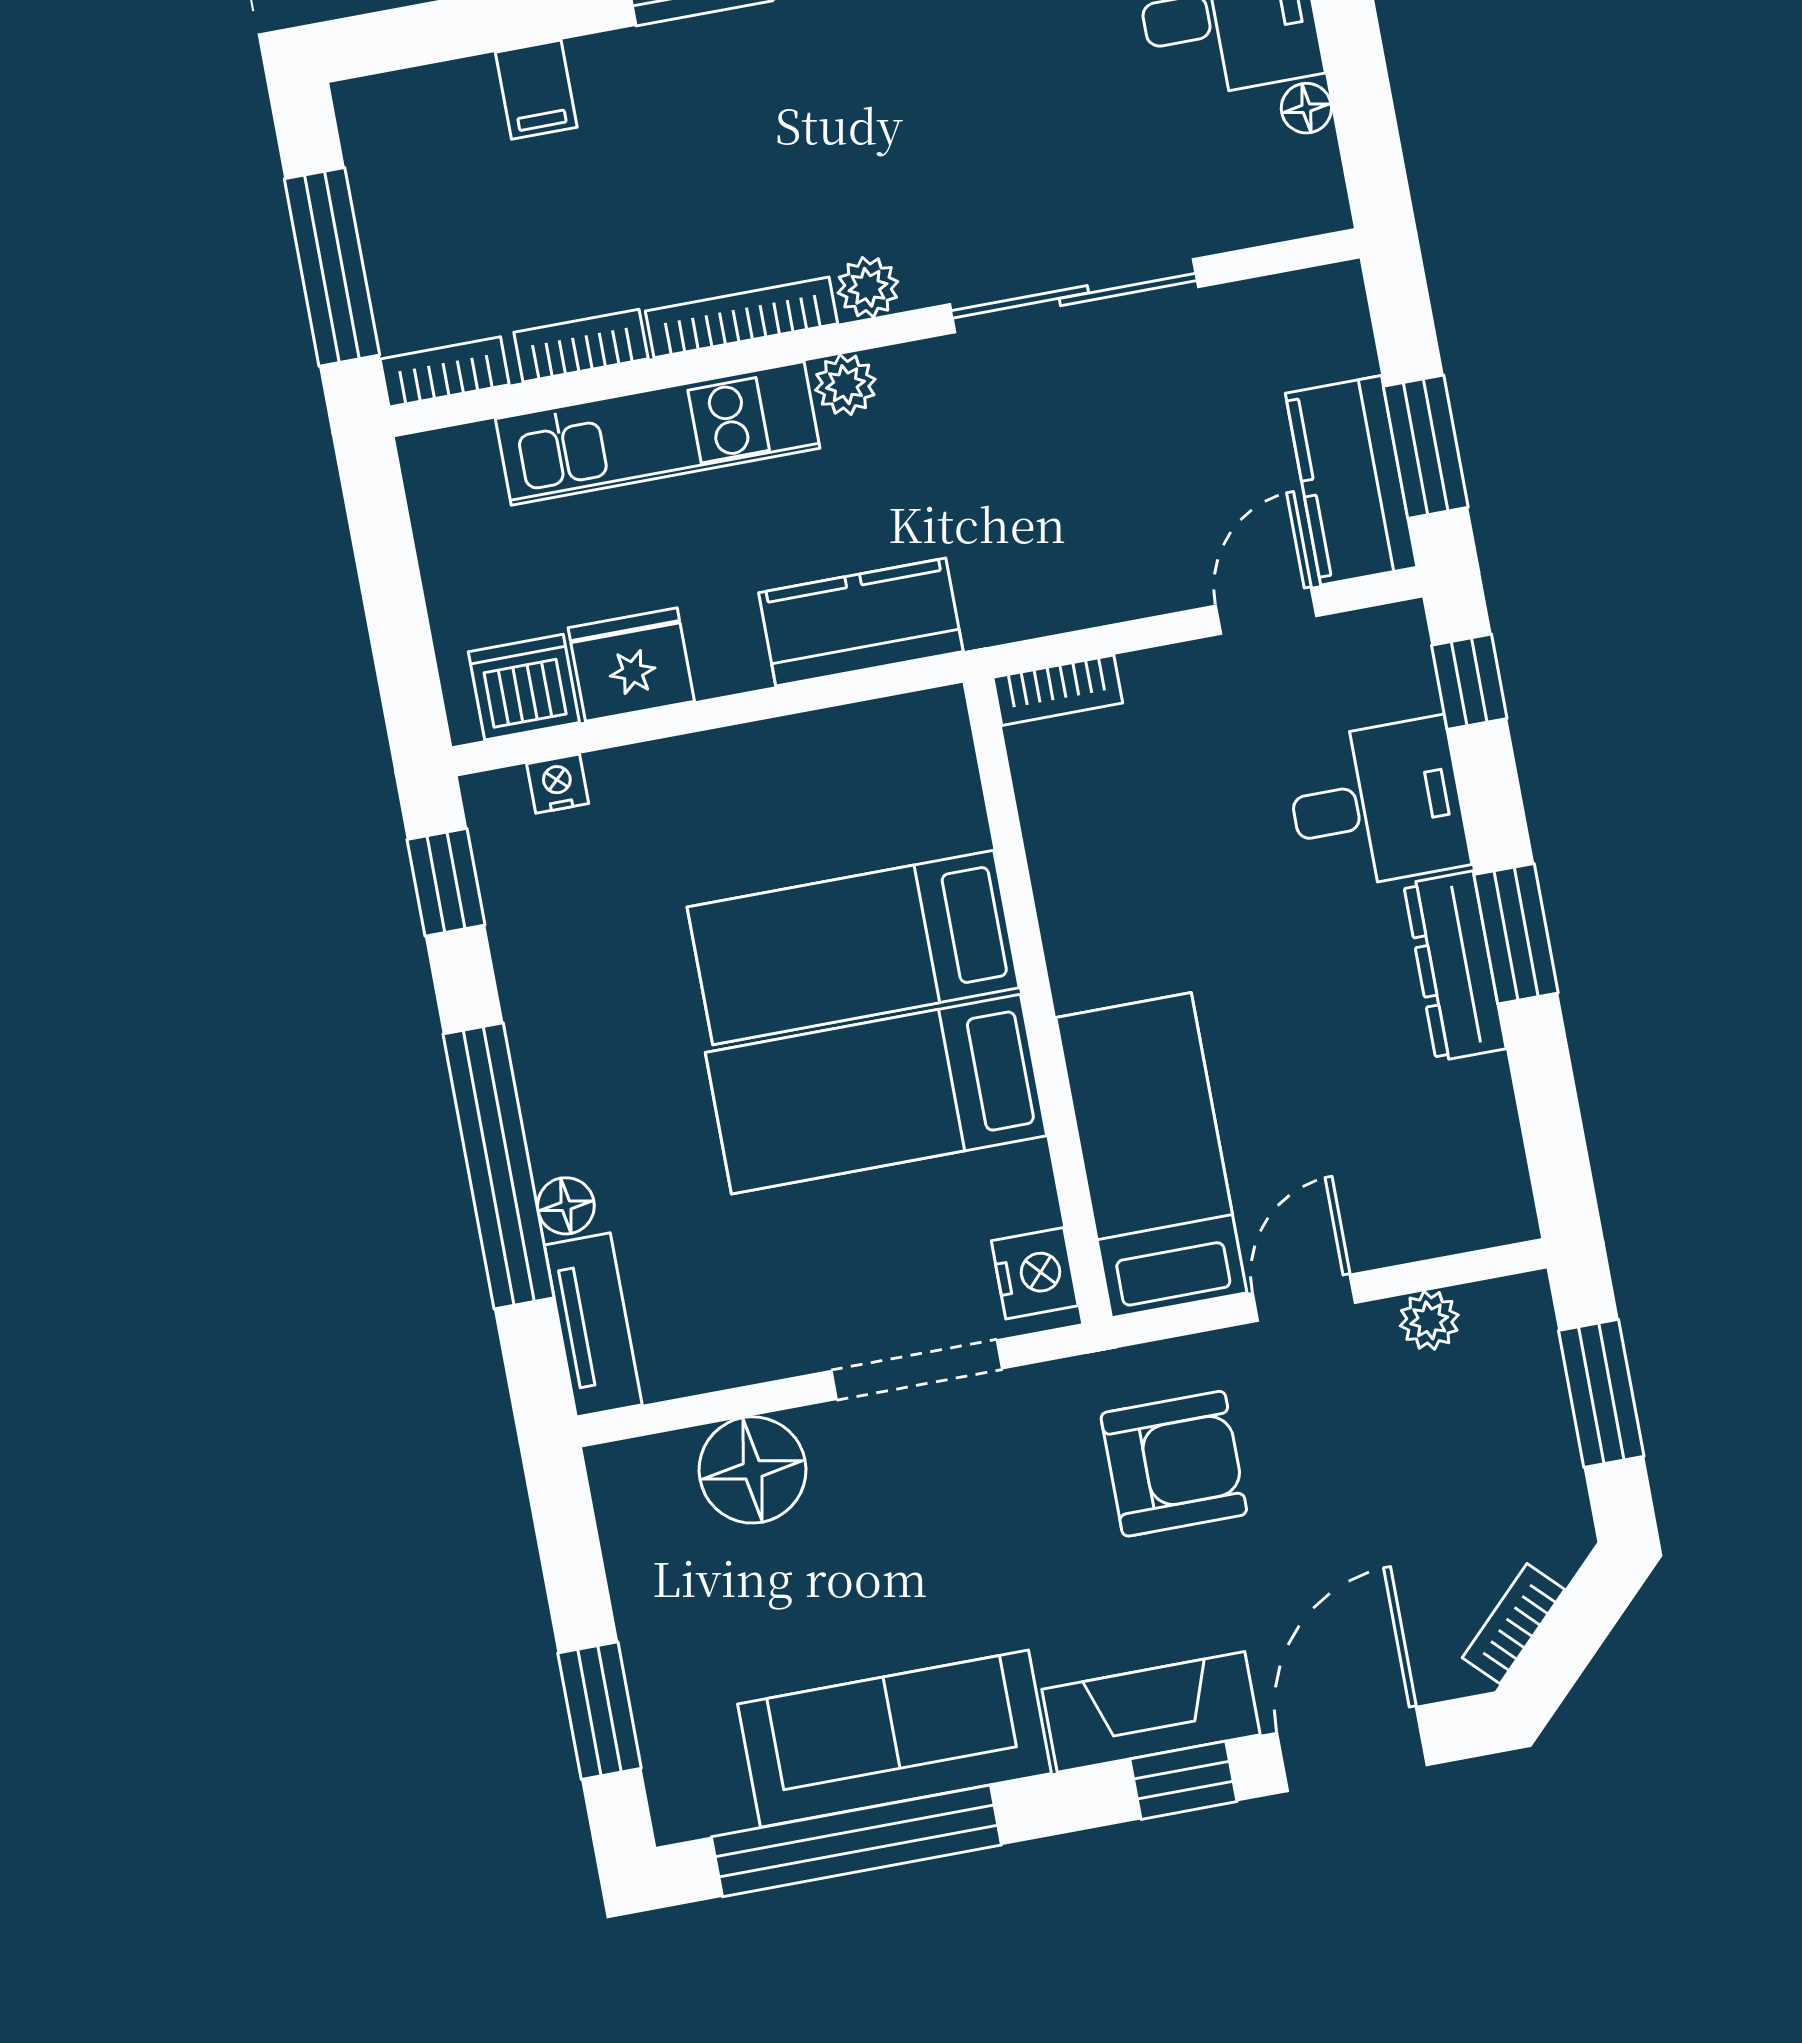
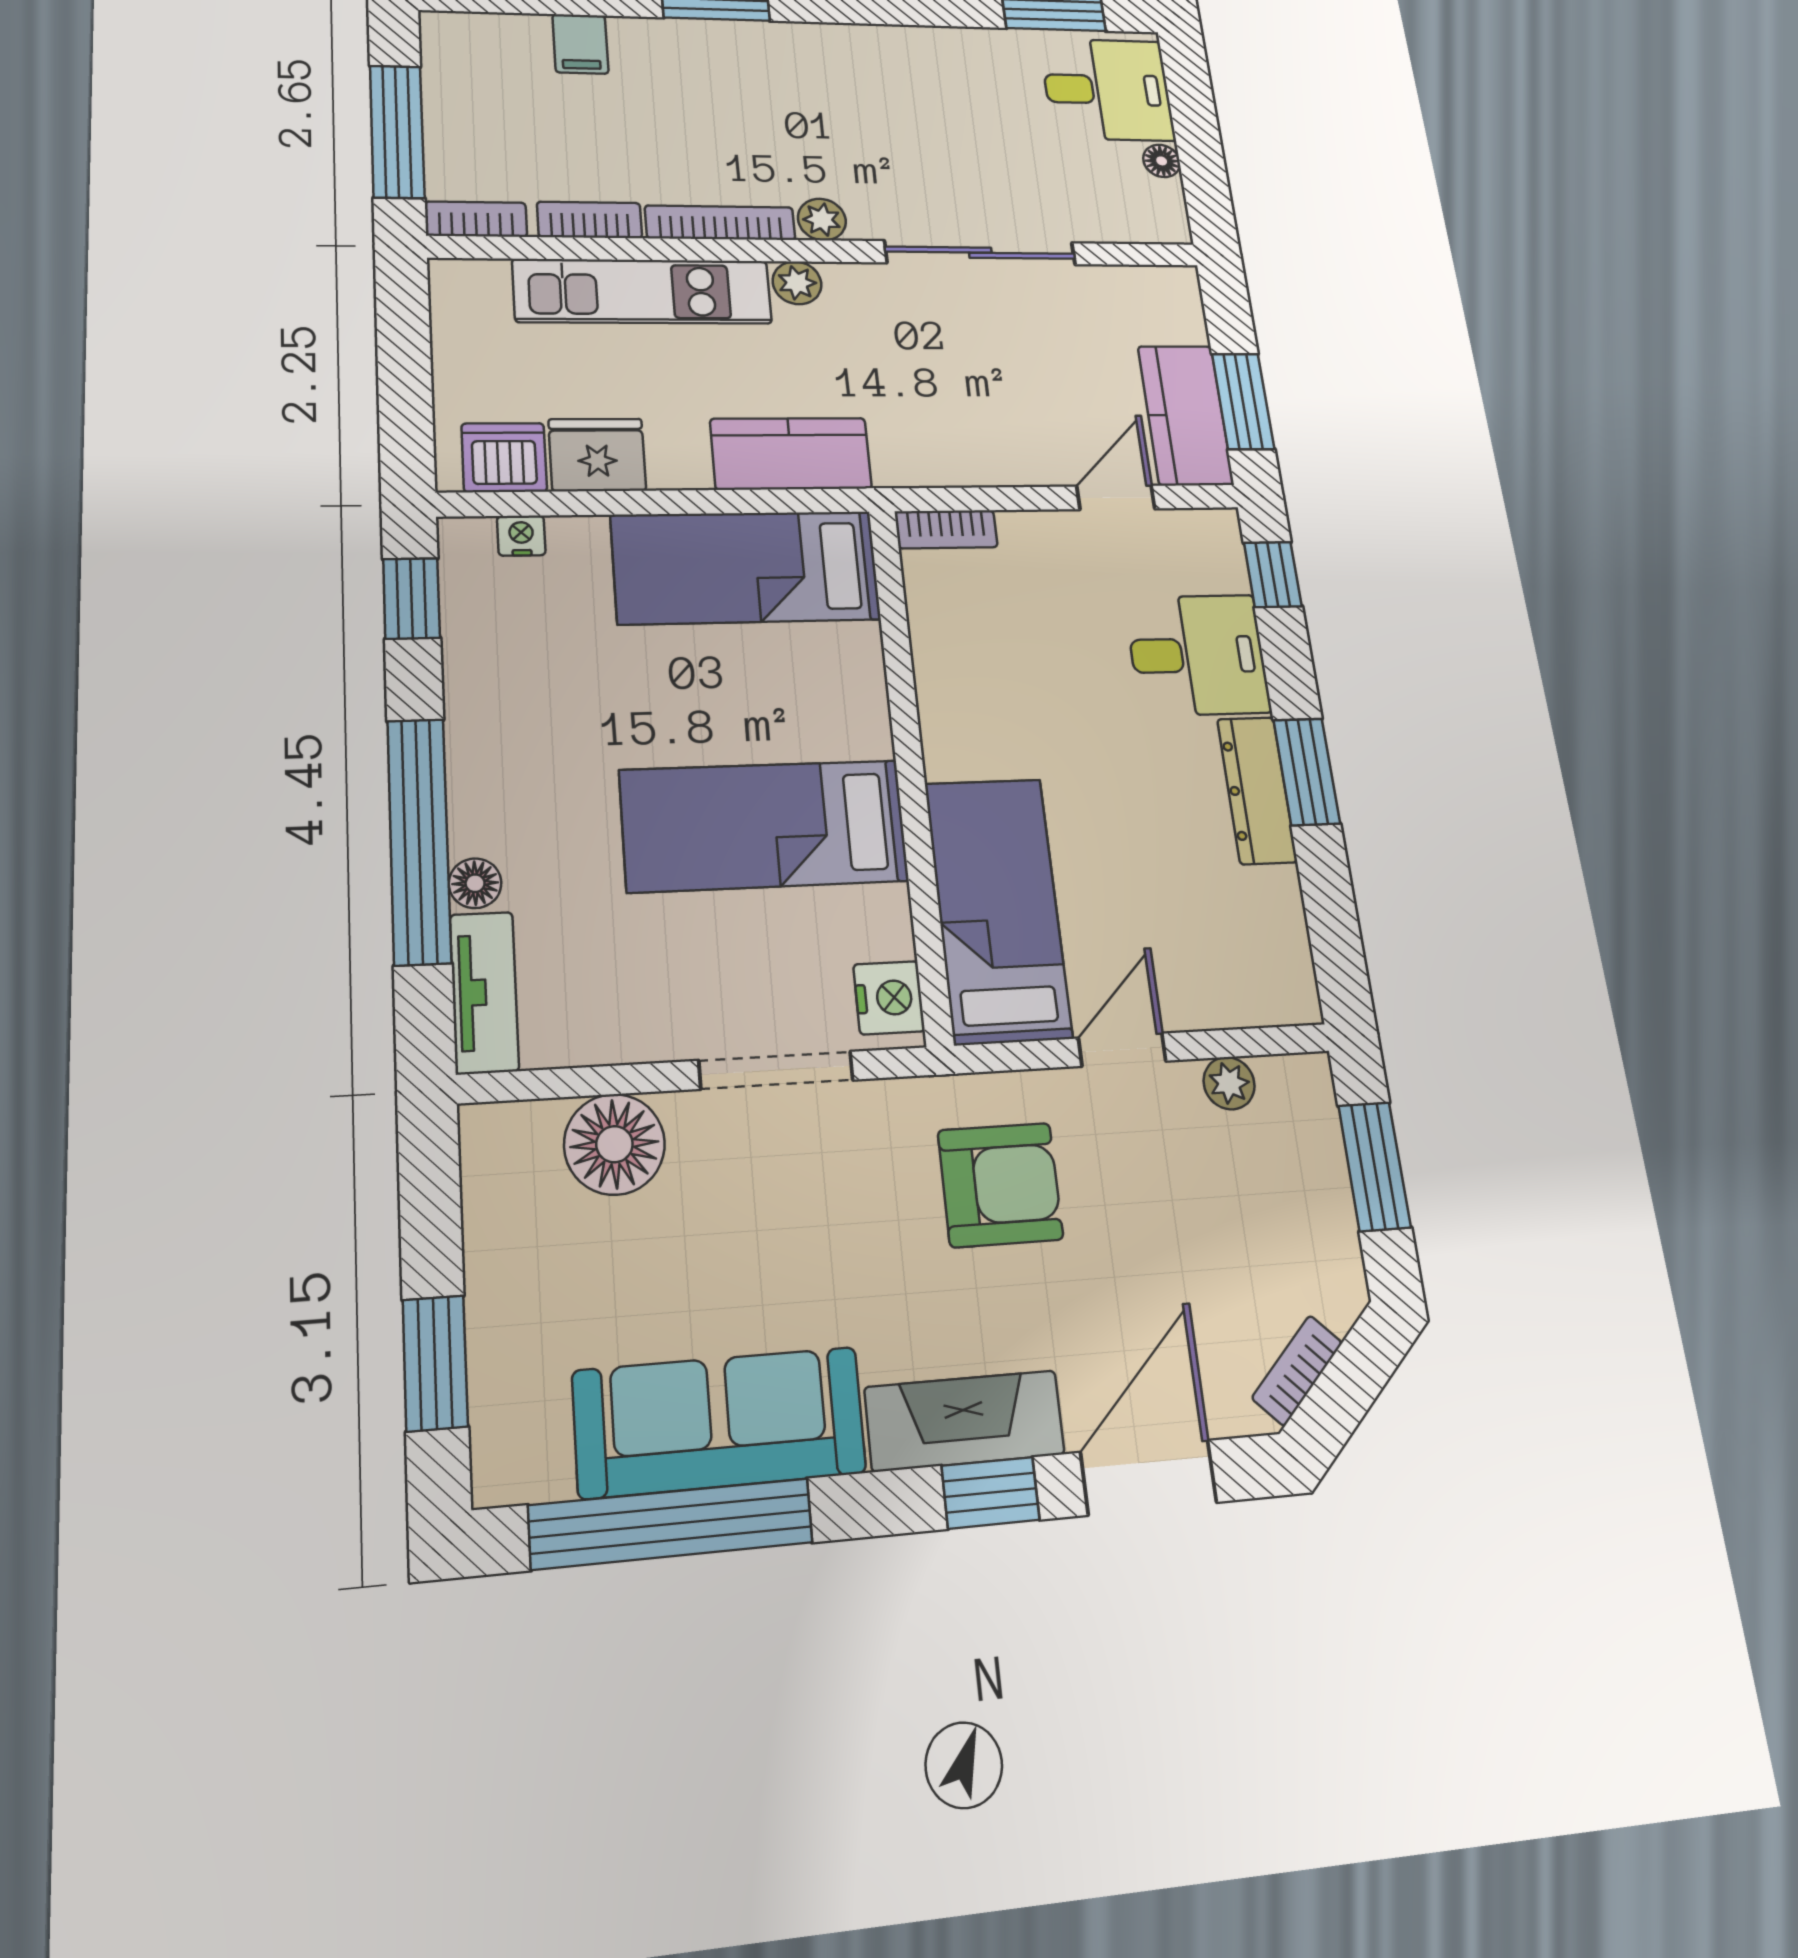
bed: (853, 947) -> (746, 567), moved

